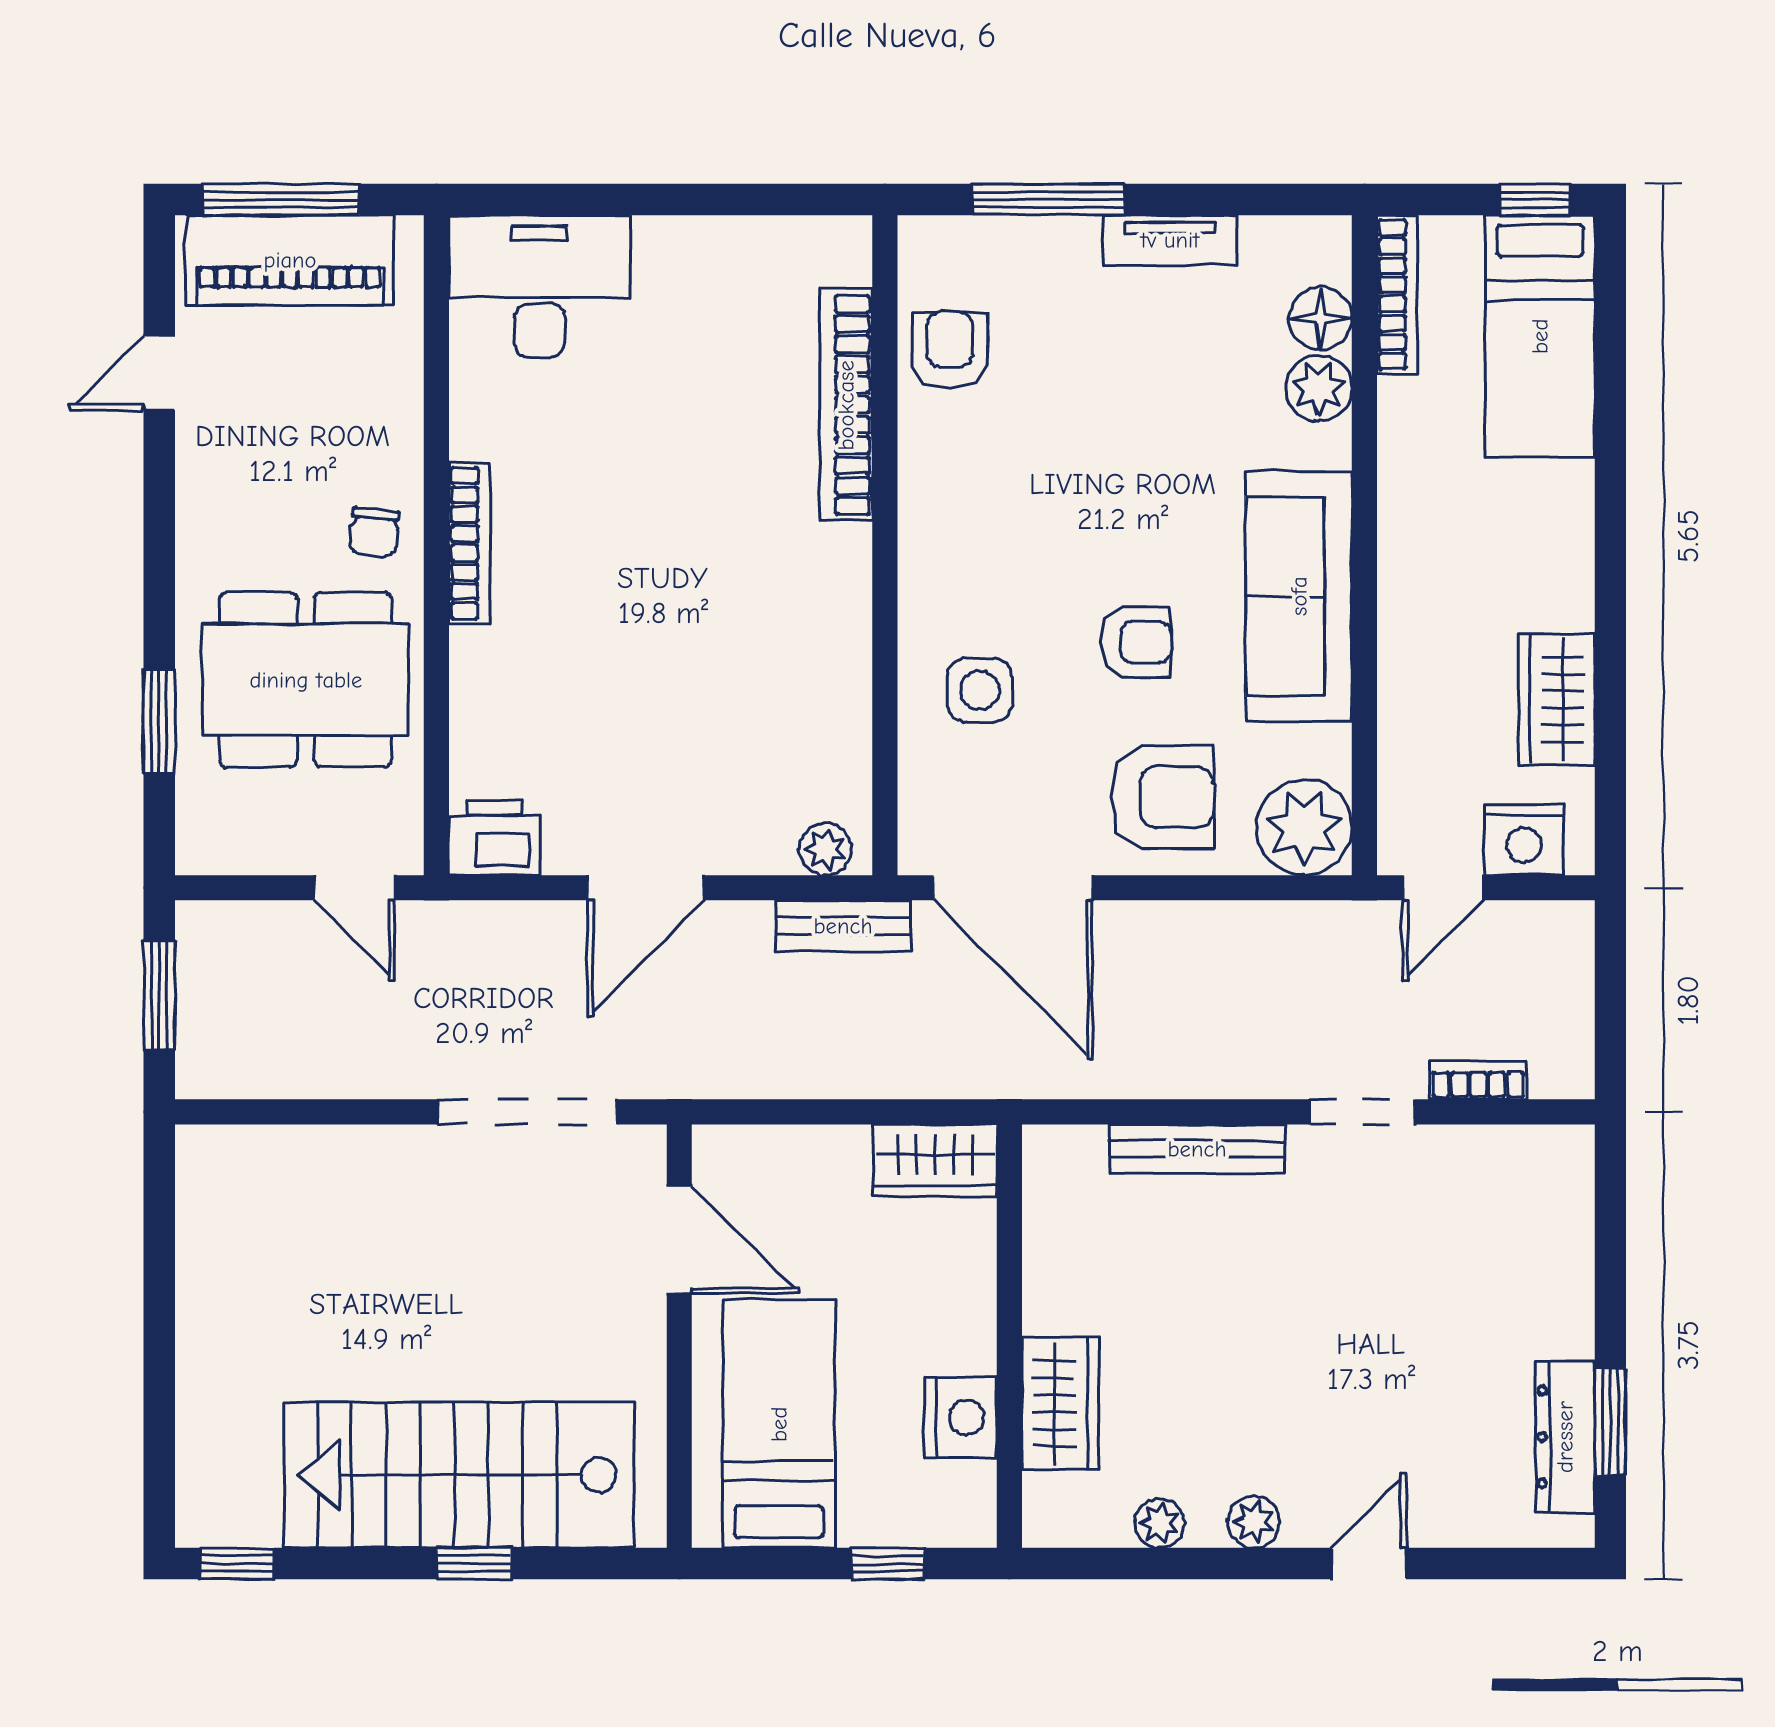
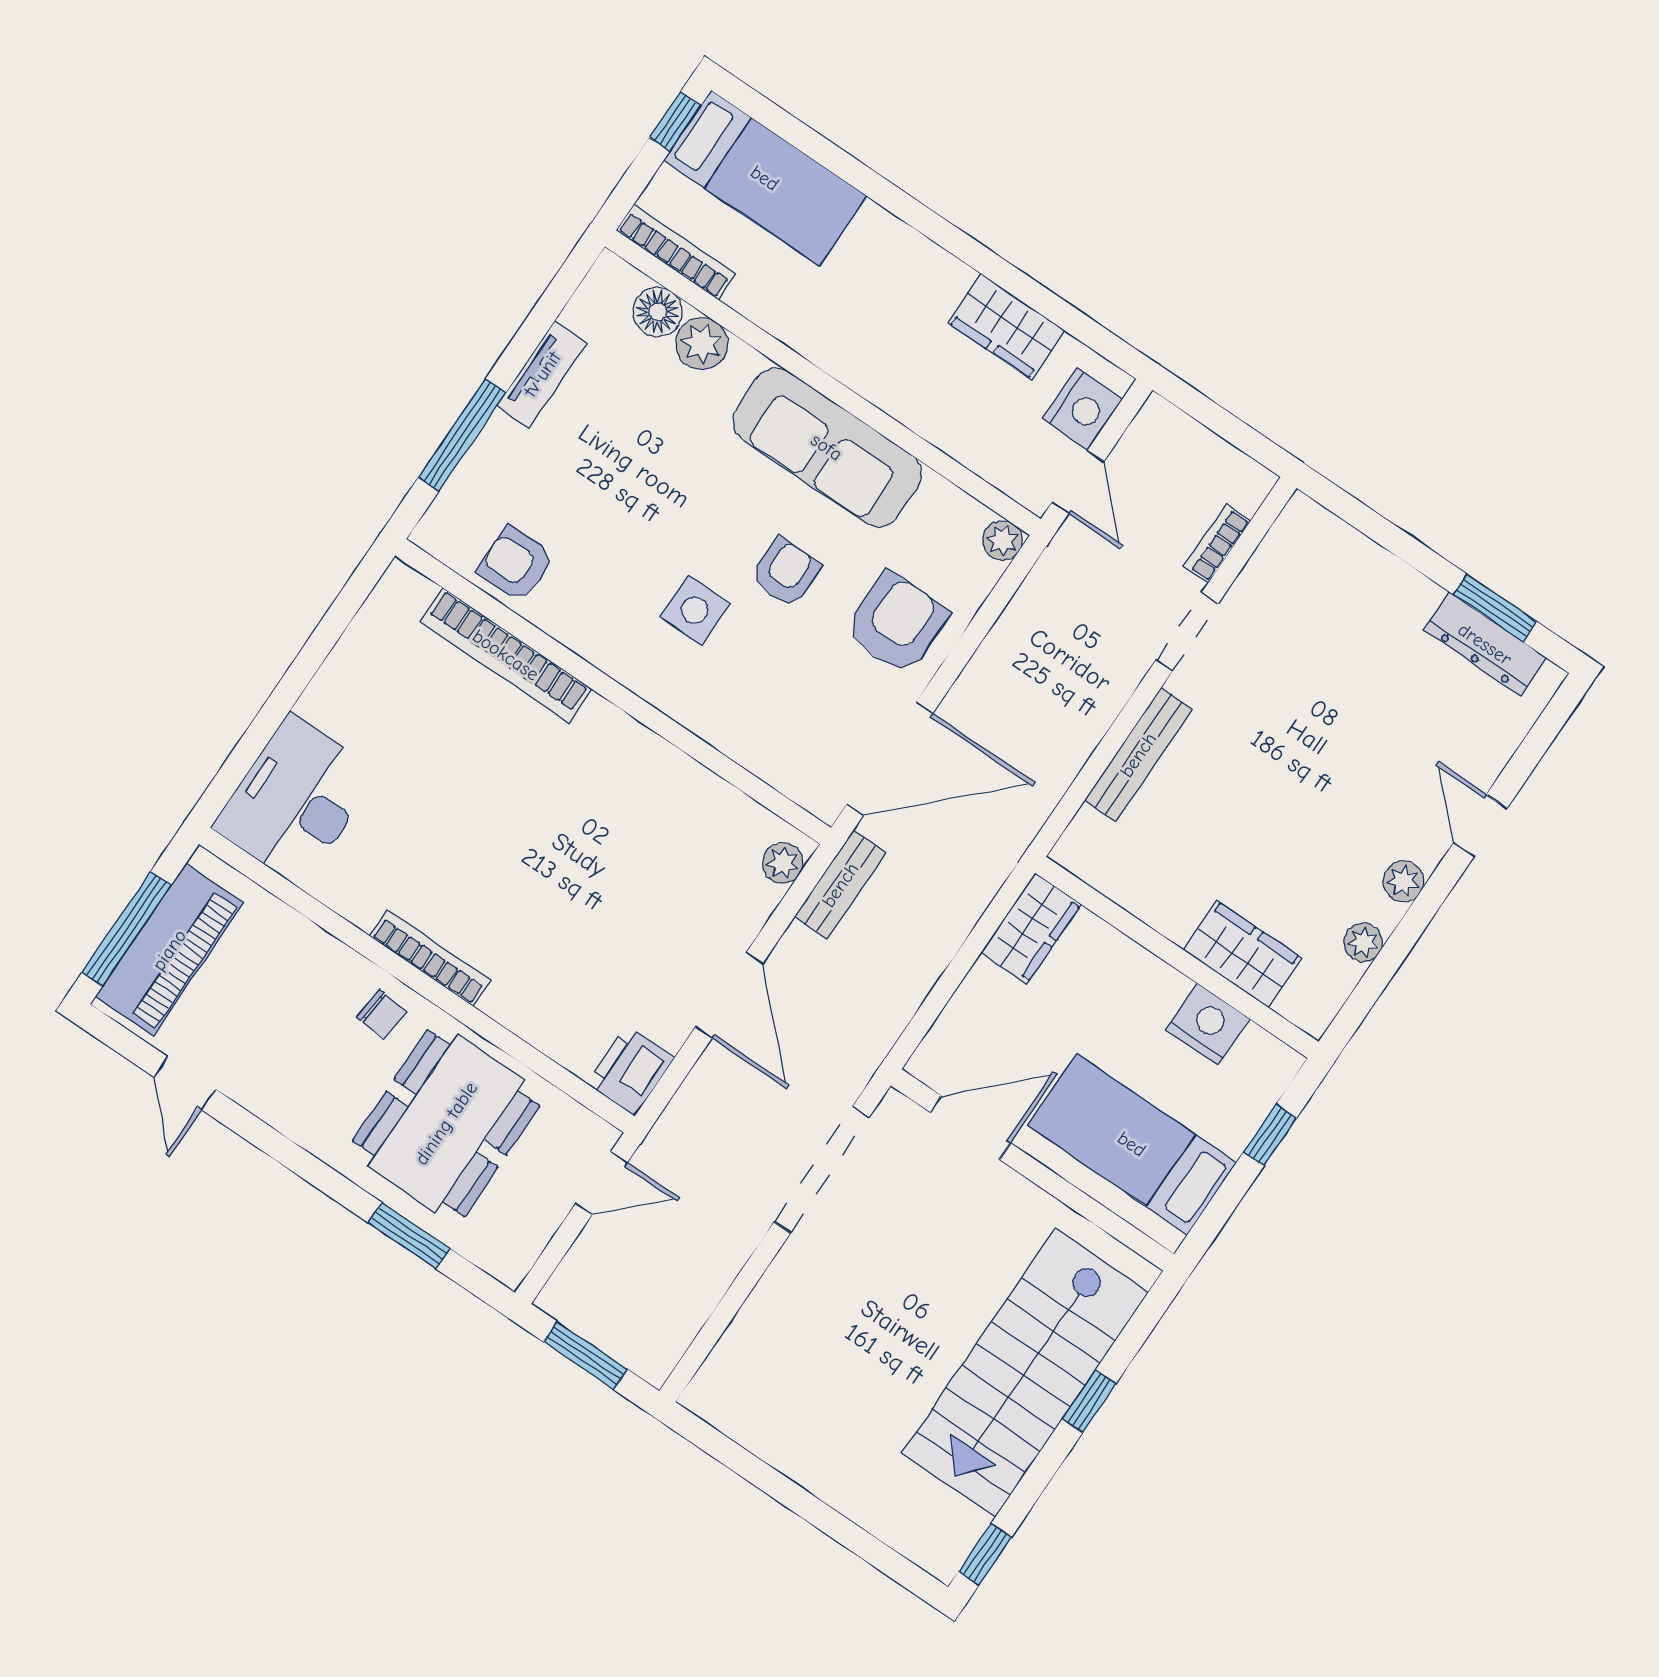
side table: (980, 690) -> (695, 610), moved
plant: (1304, 827) -> (1002, 540), width x0.53, depth x0.53

